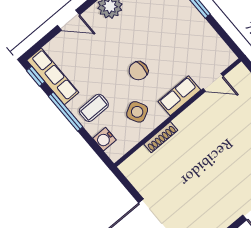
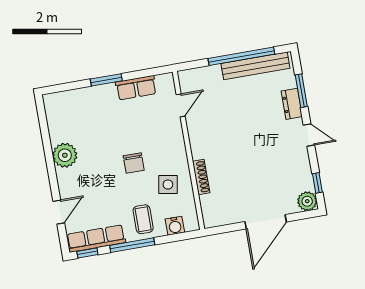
door: (68, 20) -> (59, 212), moved
row of seats: (179, 96) -> (136, 88), moved, turned -90
side table: (137, 112) -> (168, 185), turned 38

